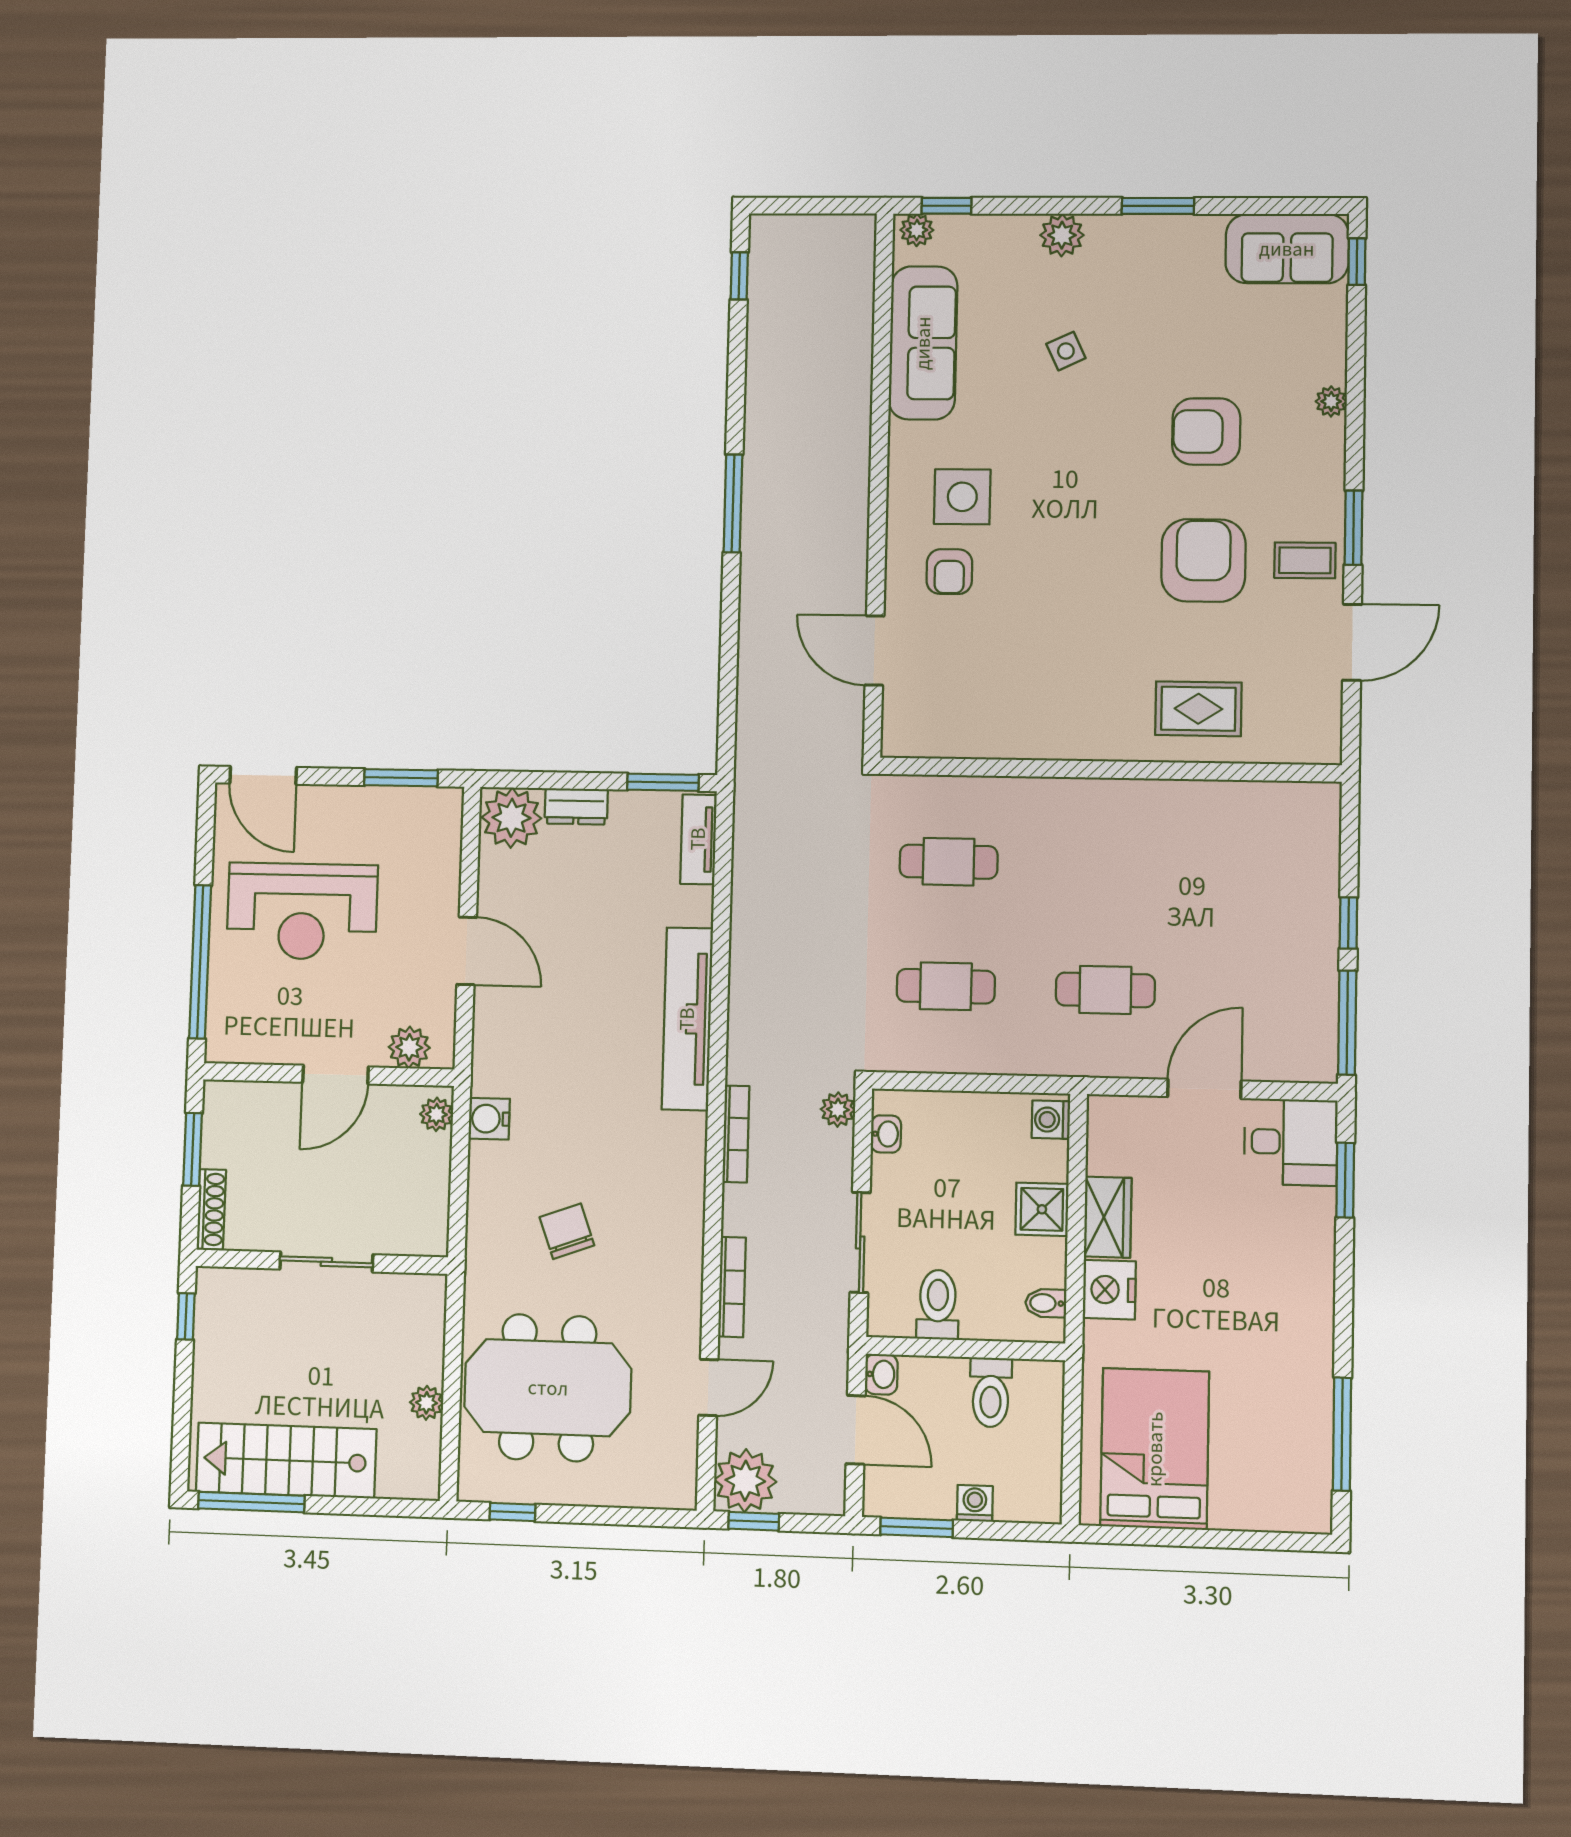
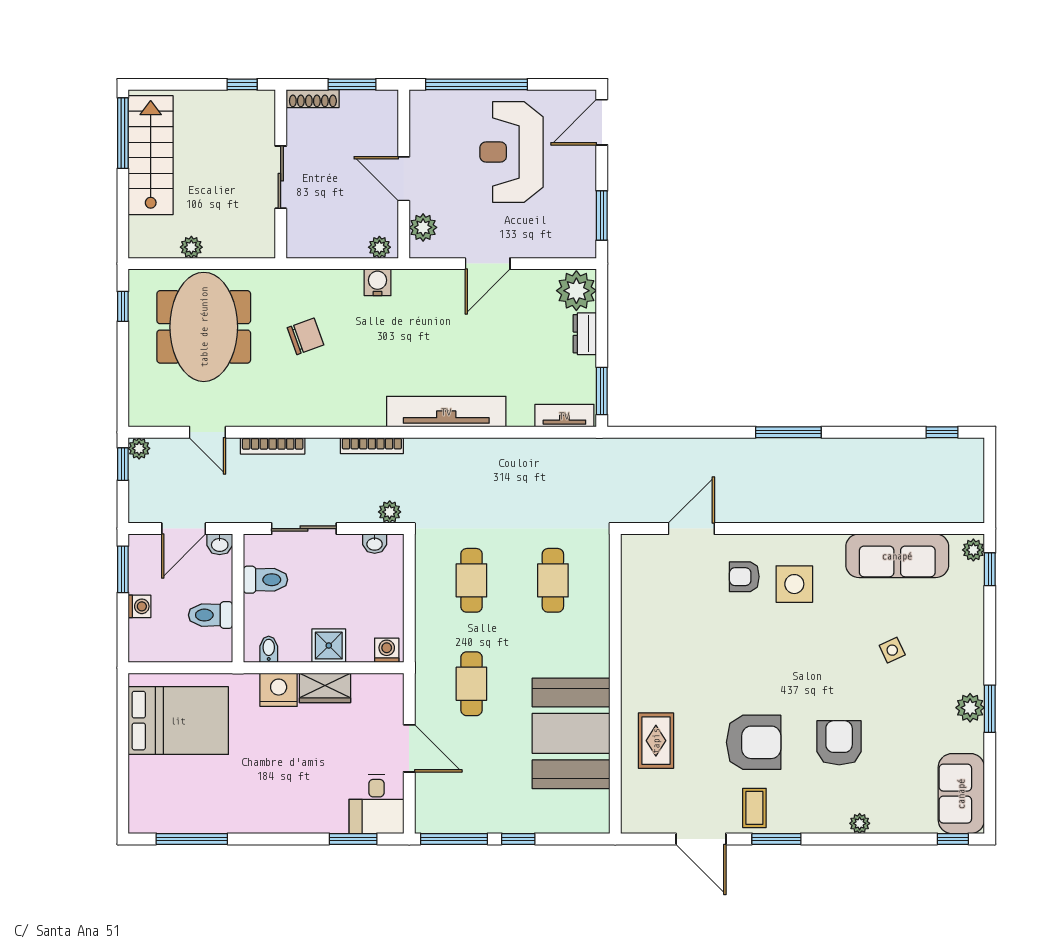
plant: (1062, 235) -> (970, 708), moved
booth: (1185, 838) -> (571, 733), added
plant: (745, 1481) -> (139, 448), width x0.53, depth x0.53

